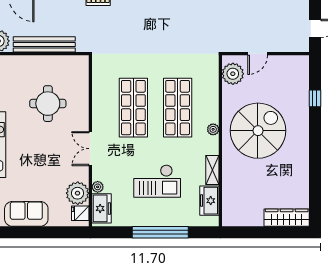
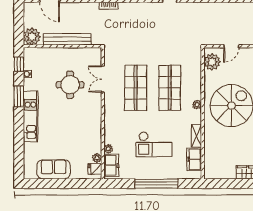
double door: (90, 149) -> (103, 79), moved
plant: (78, 193) -> (97, 158), width x0.53, depth x0.53

